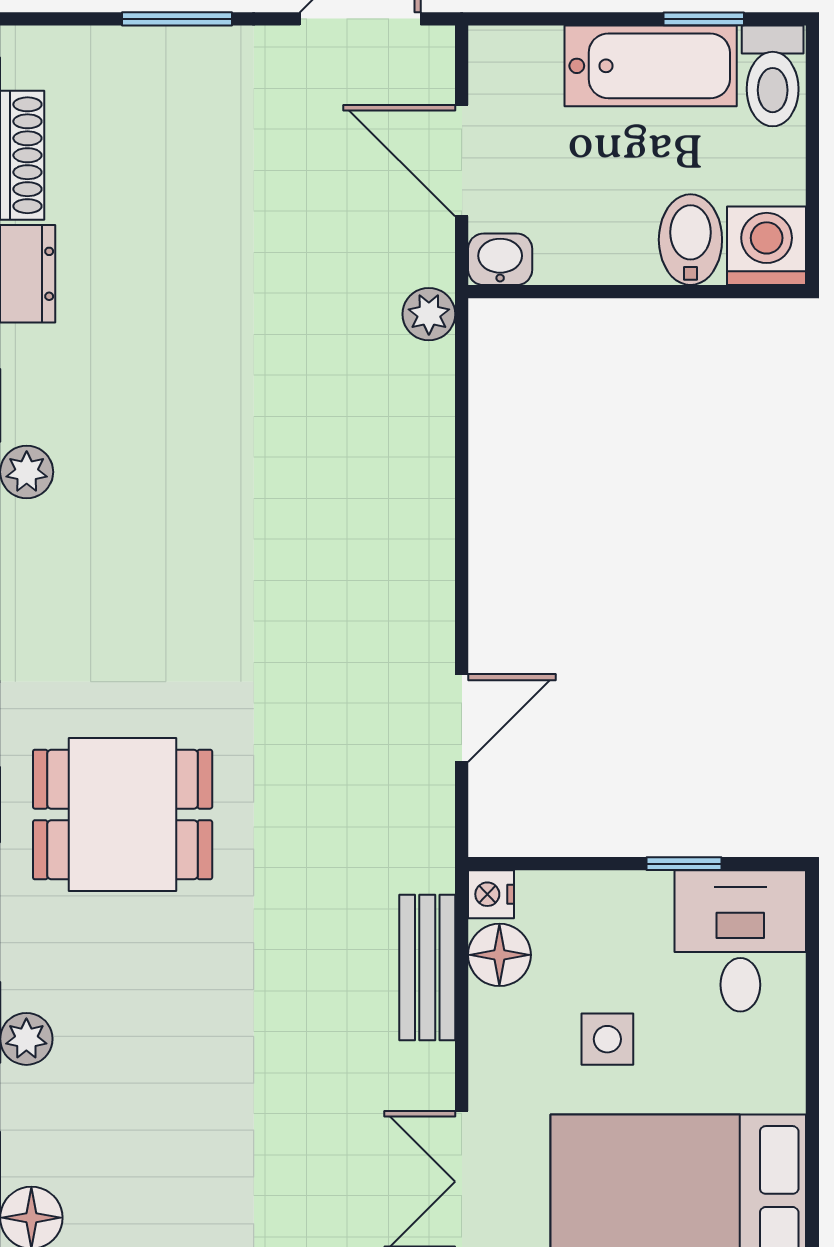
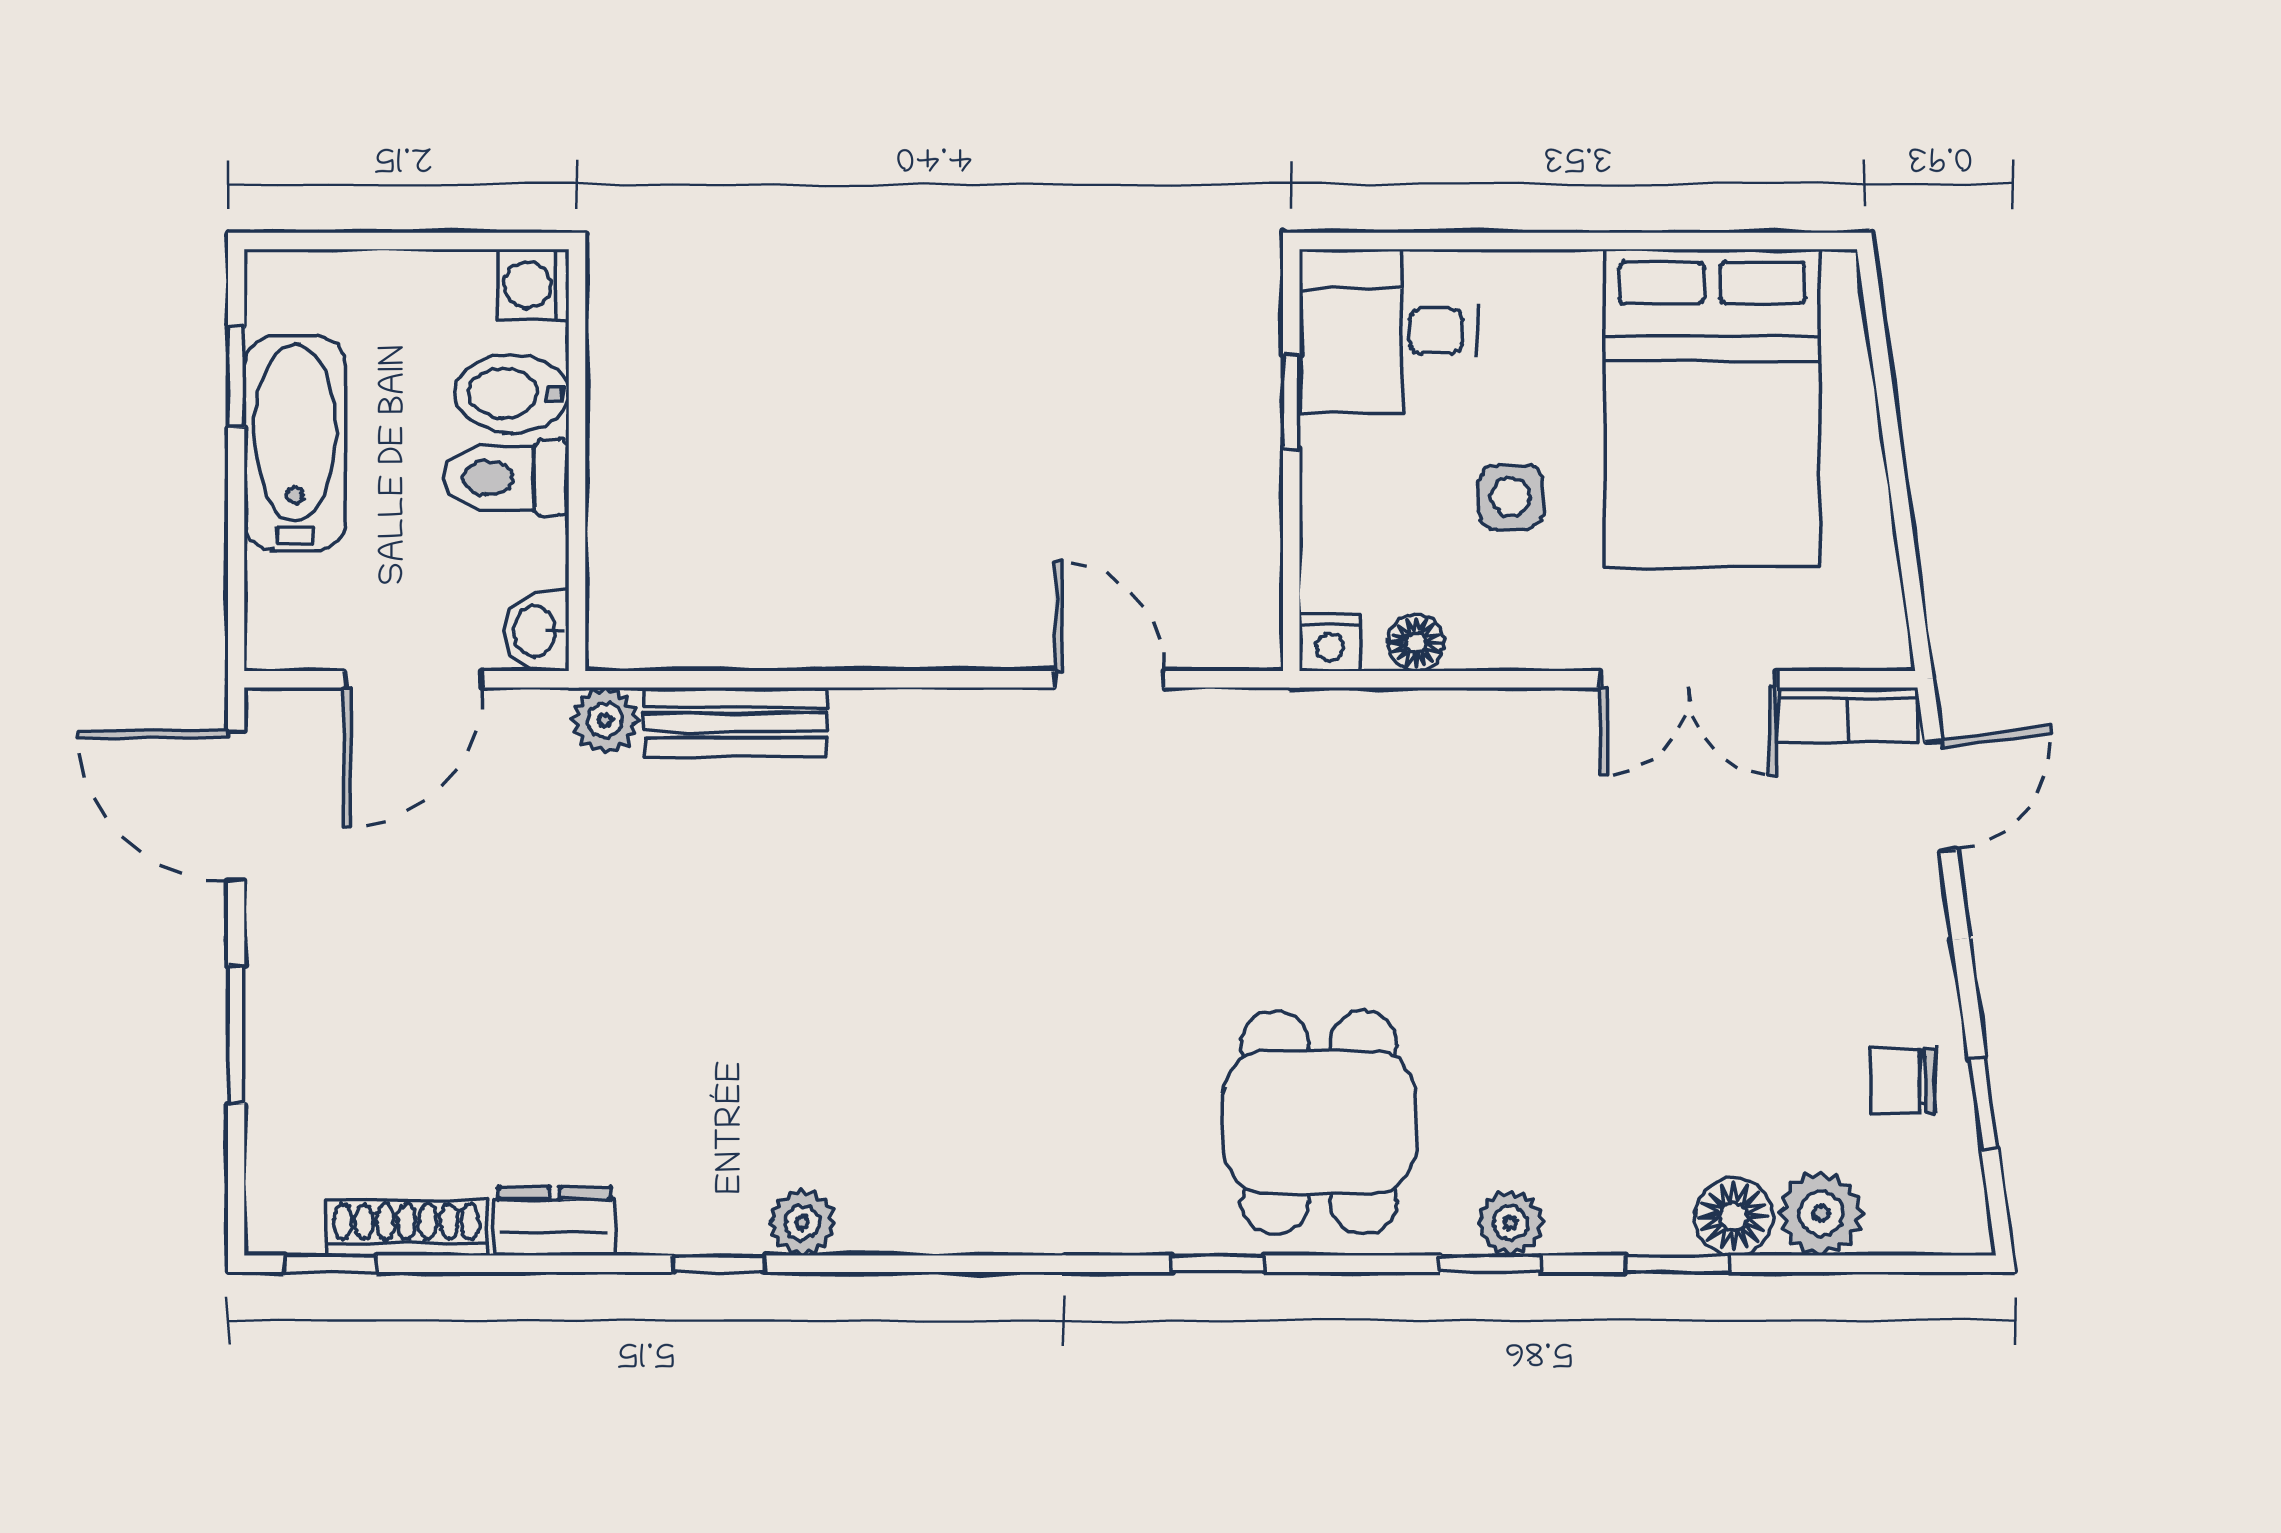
toilet: (773, 76) -> (506, 478), moved, turned 180
washing machine: (767, 246) -> (533, 285), width x0.73, depth x0.73
dining table: (123, 814) -> (1319, 1122), moved
floor lamp: (499, 955) -> (1416, 643), width x0.73, depth x0.73
bench: (427, 968) -> (735, 722), moved

